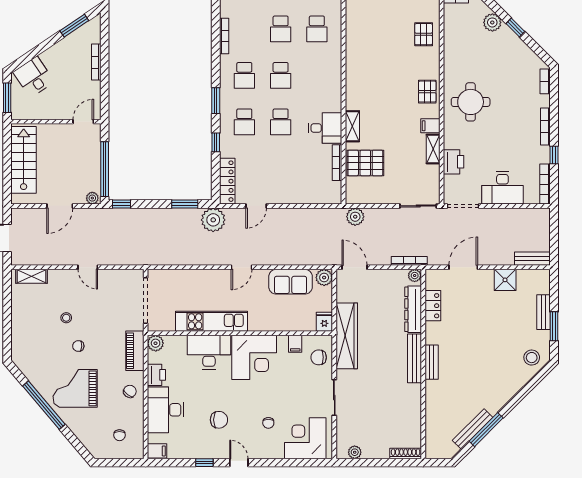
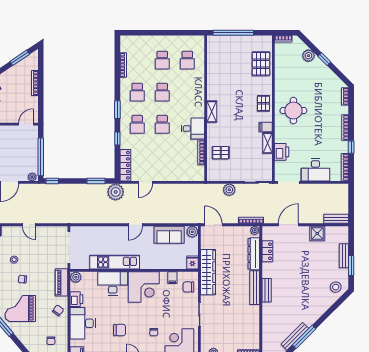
pallet: (424, 34) -> (261, 64), width x1.50, depth x1.42
shelving: (352, 126) -> (212, 112), moved
pallet: (365, 163) -> (221, 153), width x0.67, depth x0.71
plant: (355, 217) -> (229, 190), moved

